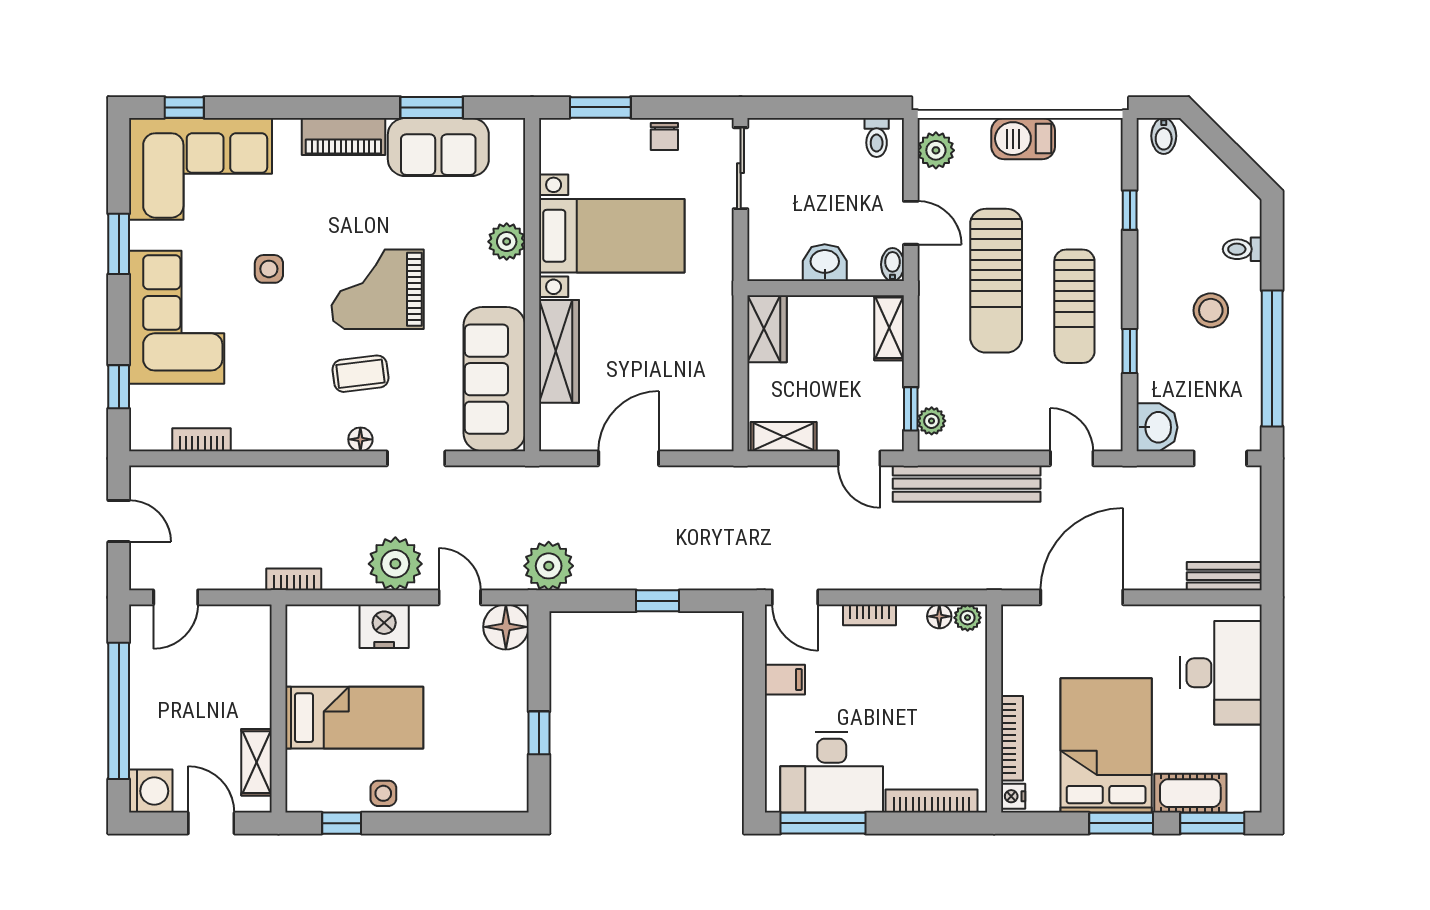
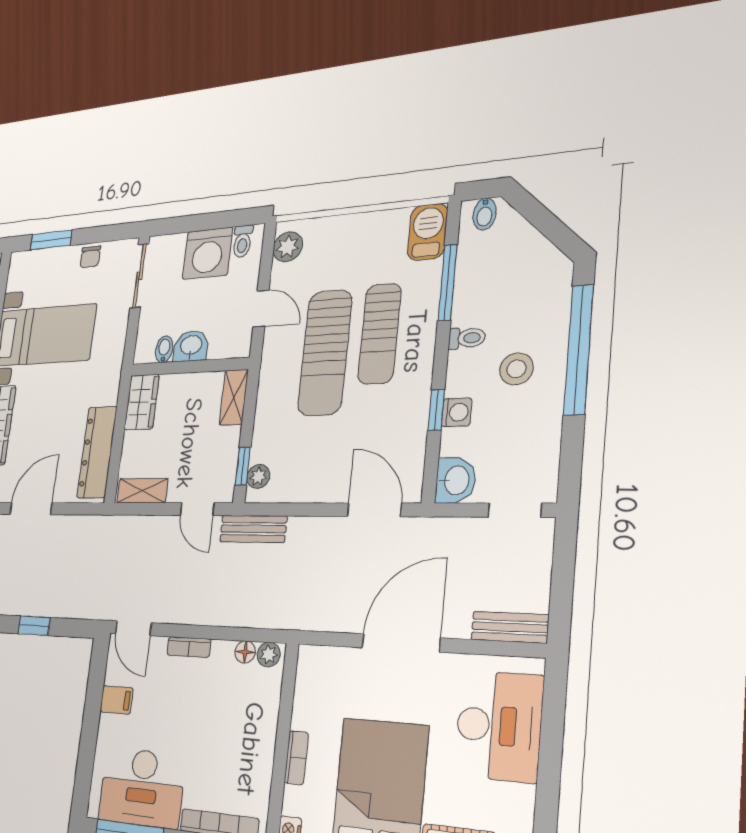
barbecue: (1023, 139) -> (427, 232), moved, turned 90
washing machine: (832, 148) -> (207, 253), added
window: (1130, 210) -> (448, 283), width x2.17
toilet: (1242, 249) -> (467, 338), moved, turned 180
bidet: (893, 265) -> (164, 349), moved
sun lounger: (1074, 306) -> (380, 334), moved
washing machine: (1152, 354) -> (457, 412), added
window: (1272, 359) -> (579, 350), moved
dresser: (714, 389) -> (97, 452), added
door: (1072, 458) -> (374, 510), width x1.38
bench: (967, 484) -> (253, 529), width x0.54, depth x0.82
door: (1082, 597) -> (401, 643), moved
bookcase: (1012, 738) -> (296, 758), width x0.64

